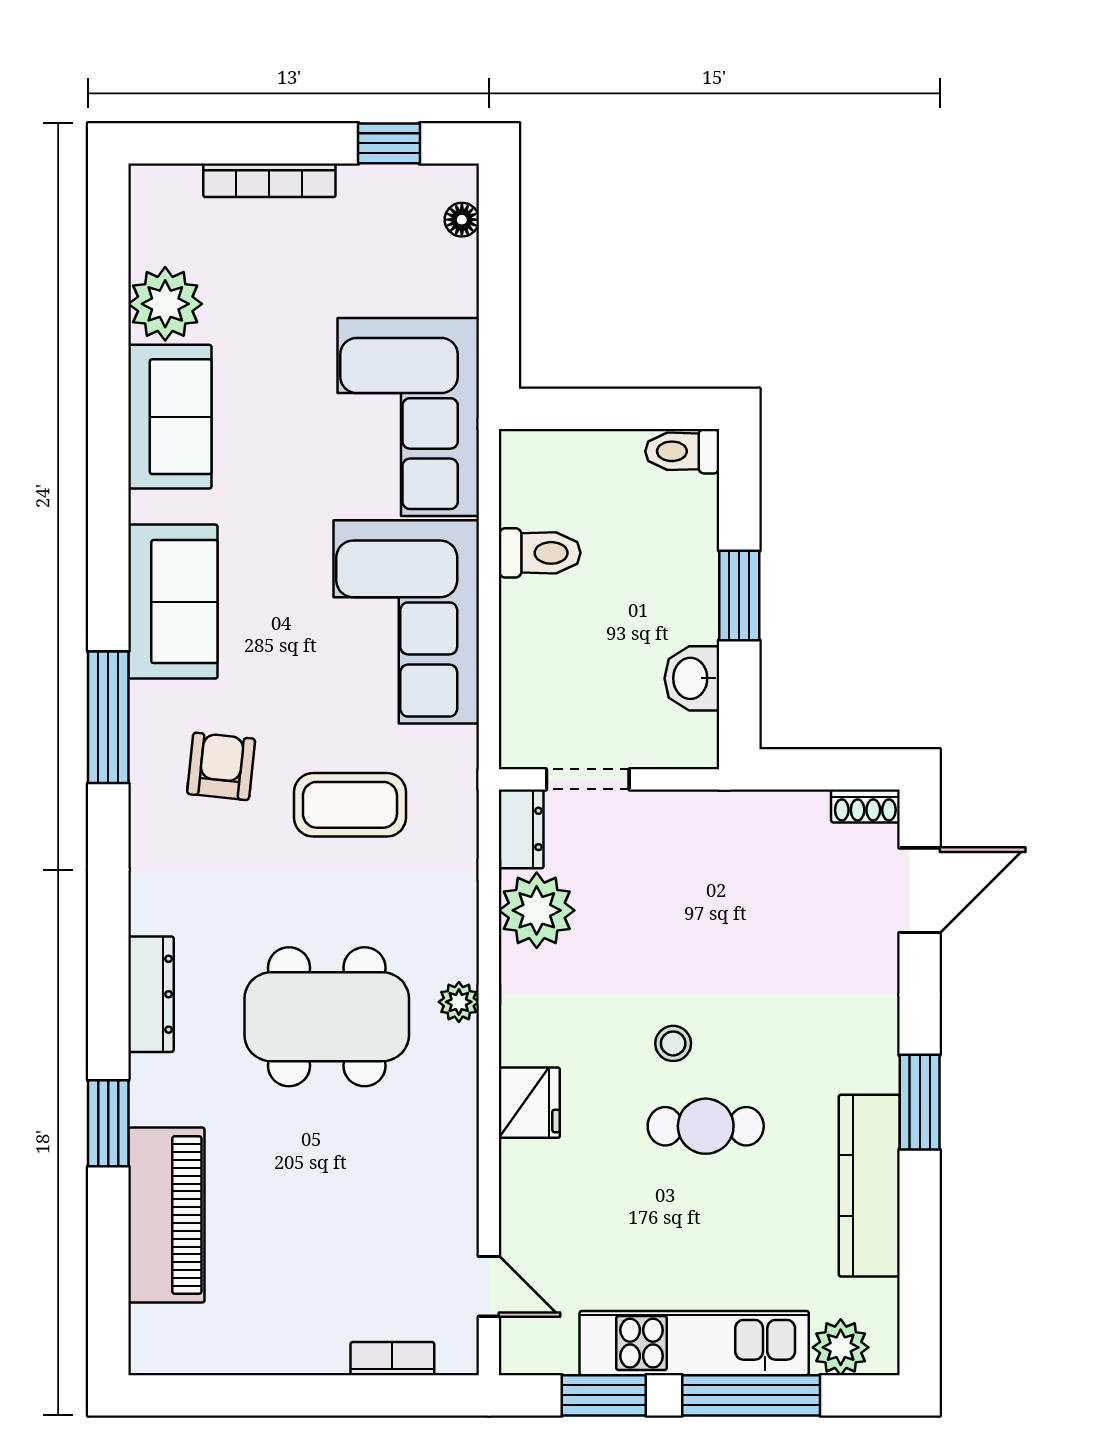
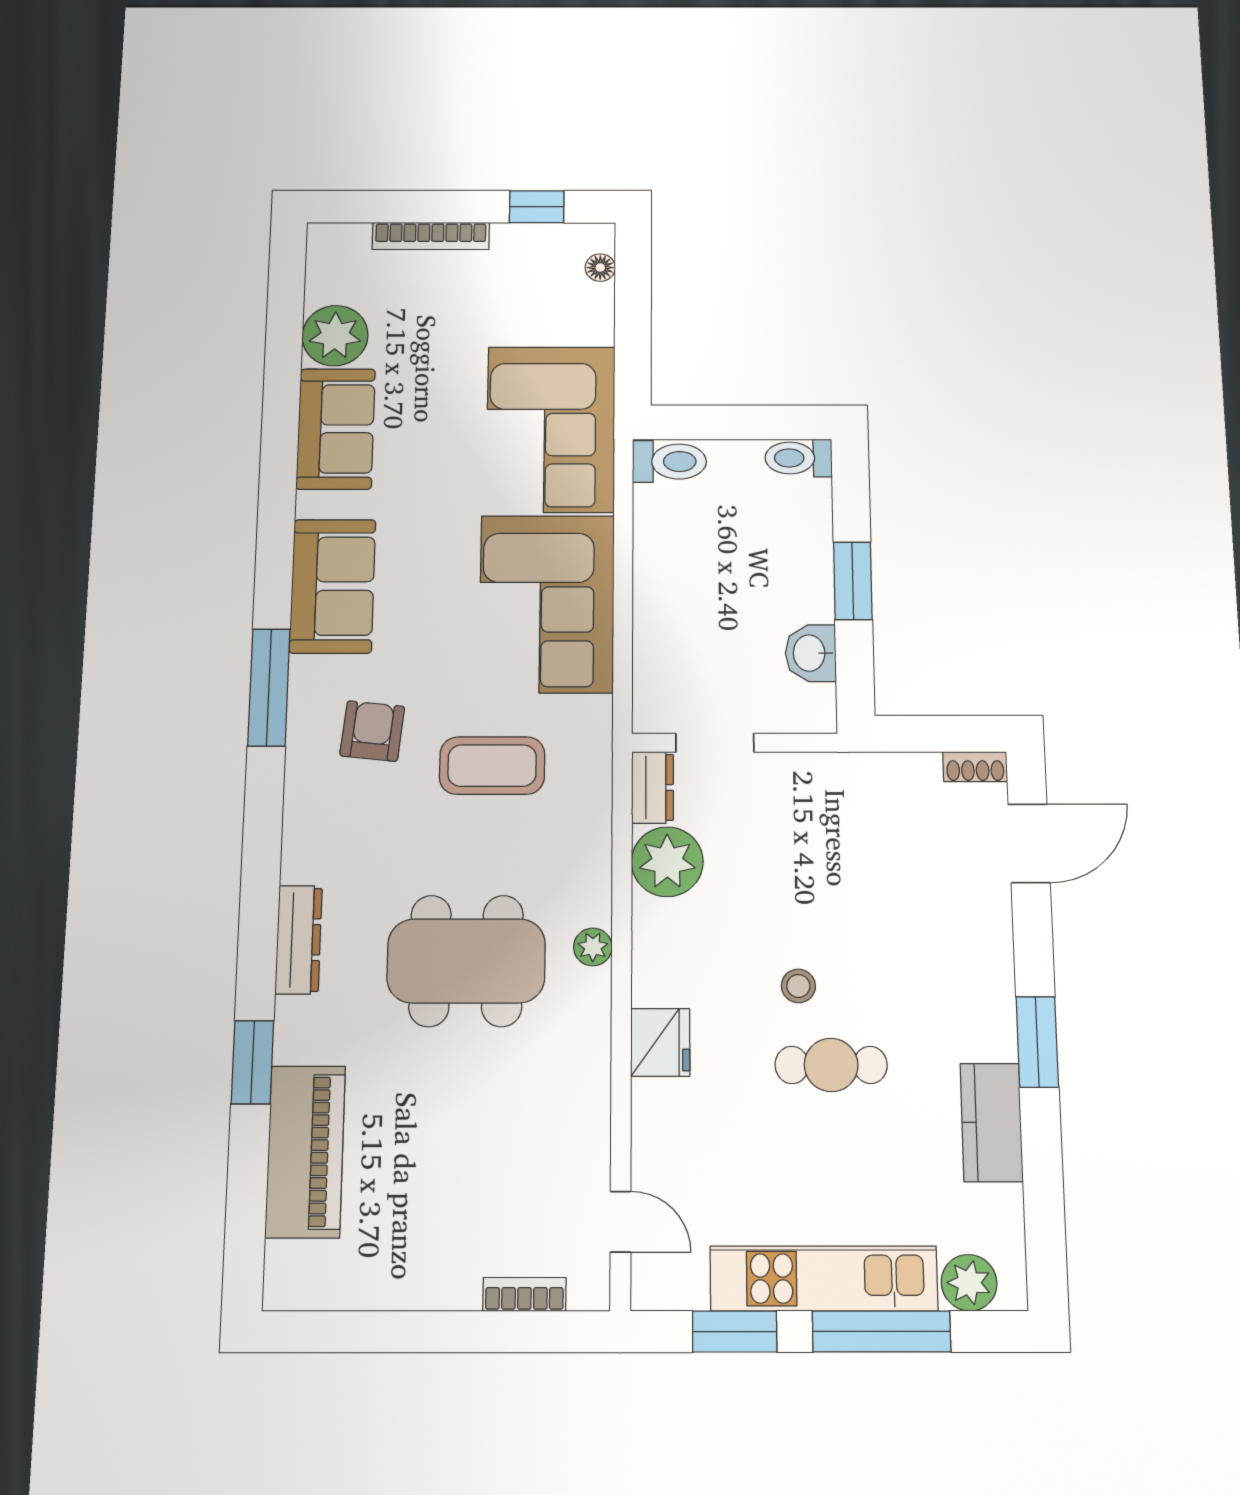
toilet: (540, 553) -> (669, 462), moved
kitchen counter: (869, 1186) -> (992, 1122), width x0.67

